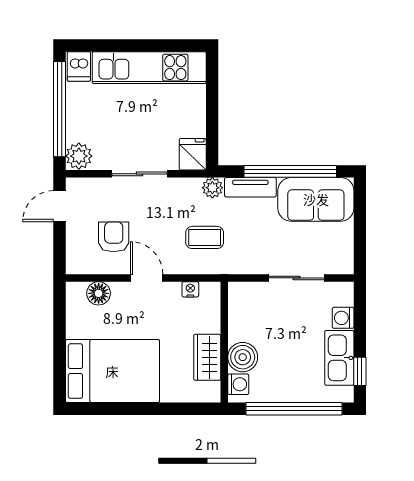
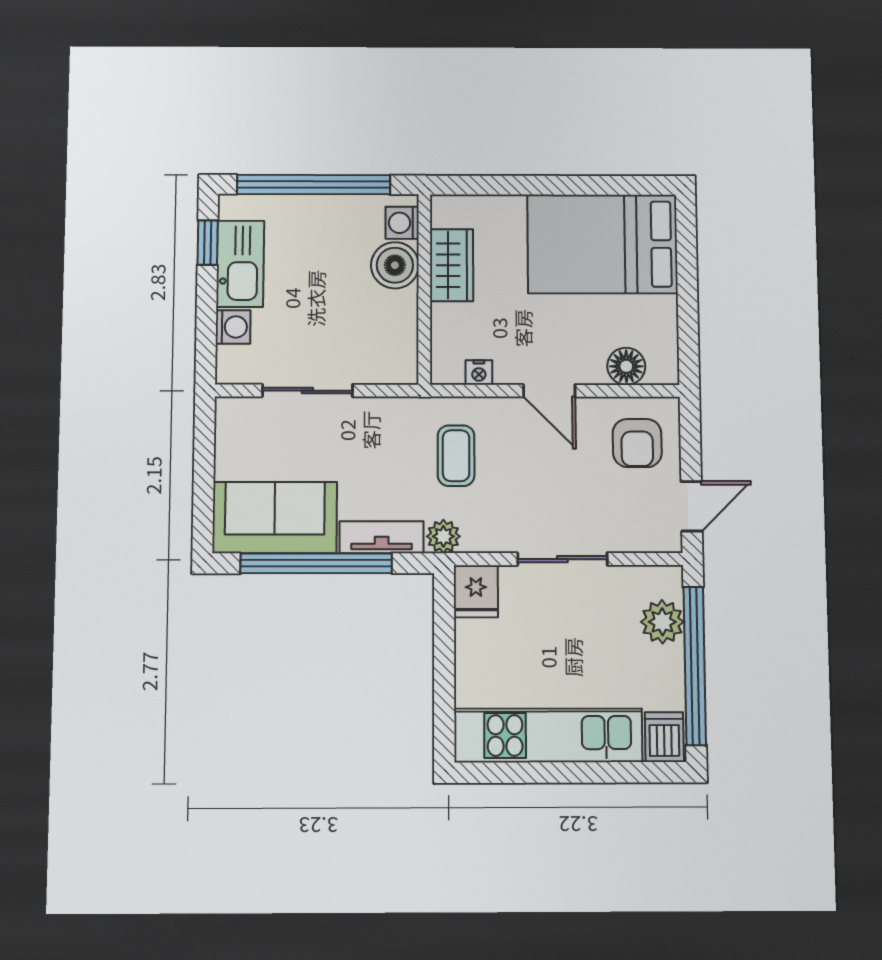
plant: (79, 156) -> (662, 622), moved
armchair: (114, 237) -> (637, 443), moved
coffee table: (205, 237) -> (456, 456), turned 90

